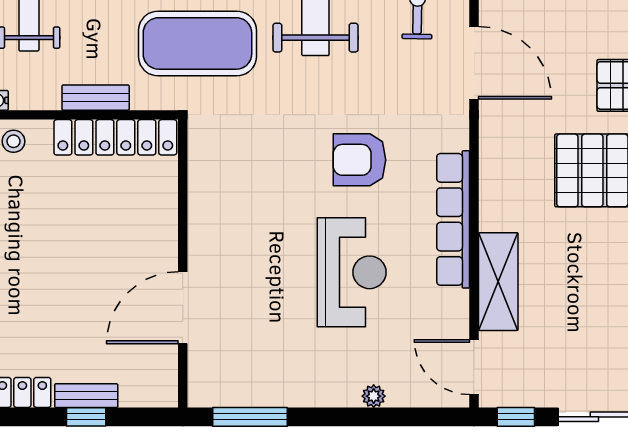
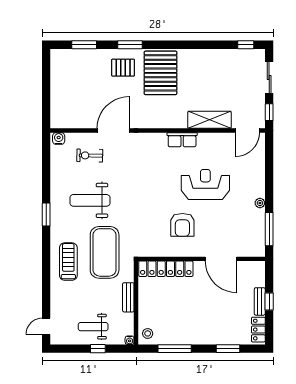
locker: (115, 137) -> (166, 269), moved, turned 90
armchair: (359, 160) -> (182, 225), moved
row of seats: (453, 219) -> (182, 140), width x0.50
plant: (374, 396) -> (260, 203), moved

